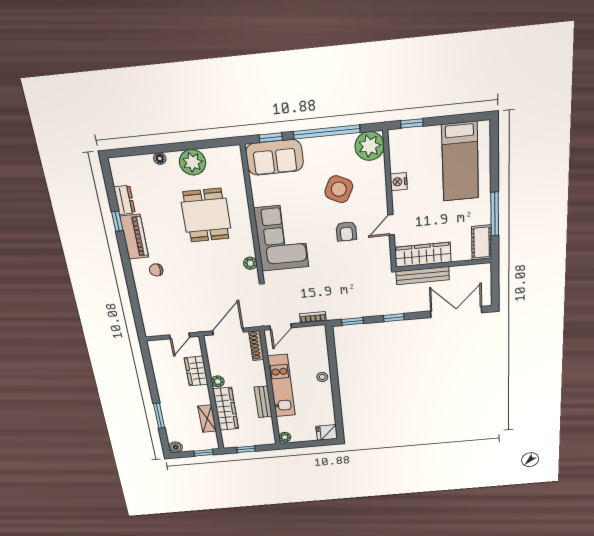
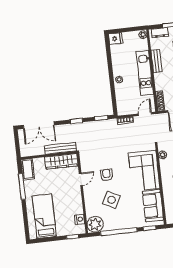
sofa: (275, 157) -> (153, 206), moved, turned -90
nightstand: (399, 182) -> (80, 219), moved
dresser: (259, 440) -> (160, 33), added

